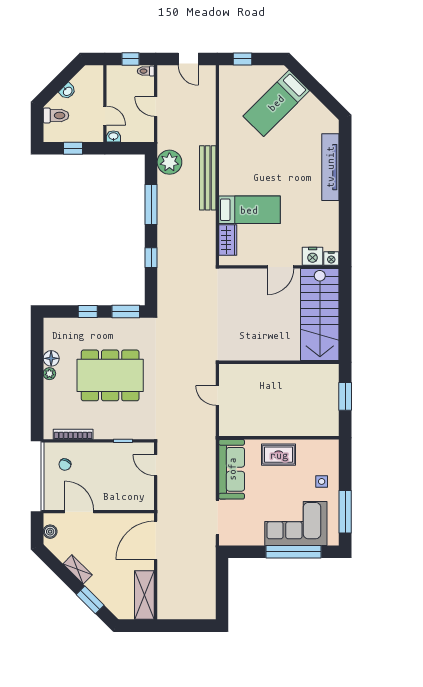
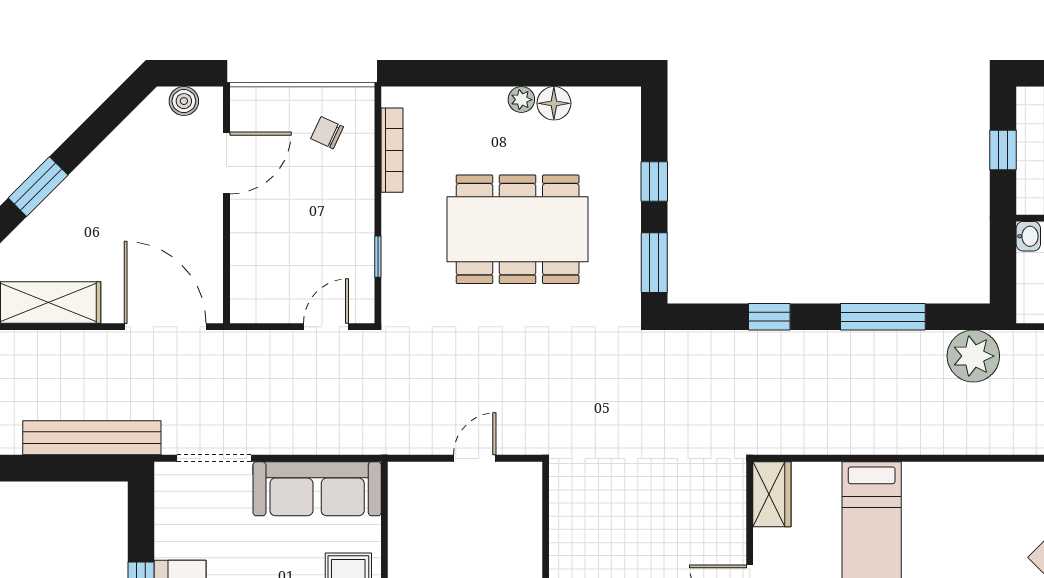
bench: (208, 178) -> (92, 438), moved
wardrobe: (228, 240) -> (772, 494), moved, turned -90
dining table: (110, 375) -> (518, 229), turned 90
shelving: (78, 569) -> (103, 160), removed

